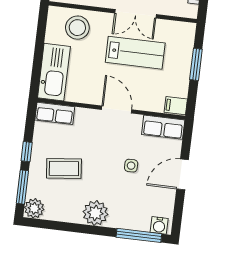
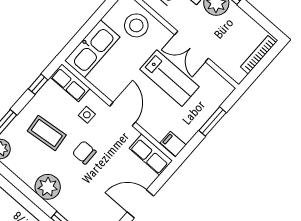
window: (27, 152) -> (38, 84), moved
chair: (106, 163) -> (84, 152), added
side table: (131, 166) -> (87, 115), moved

